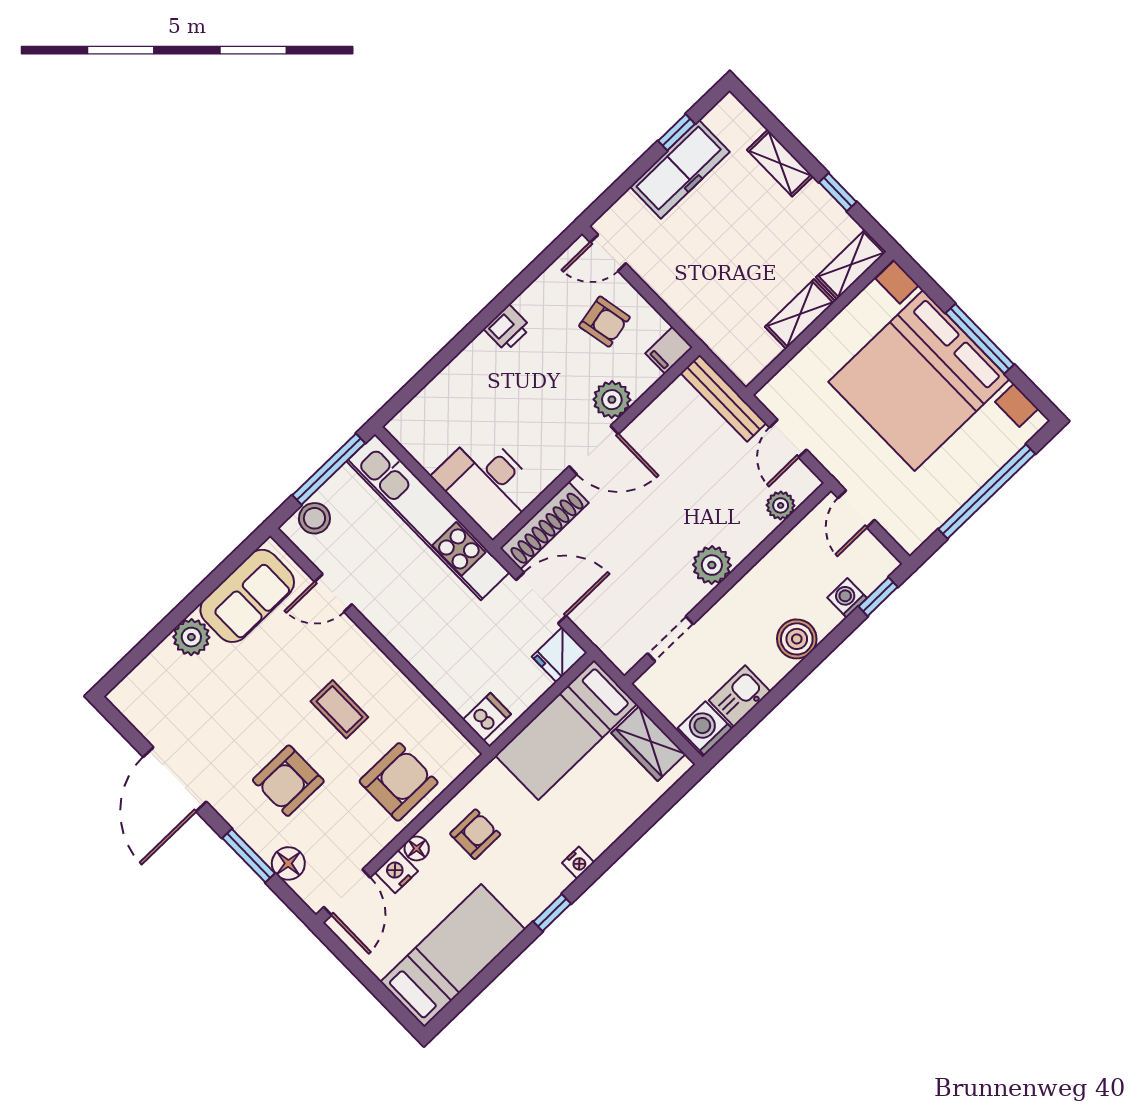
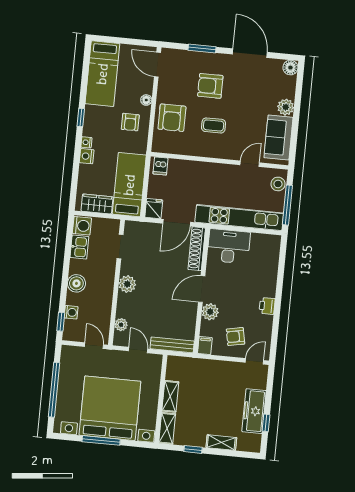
armchair: (288, 781) -> (210, 86), turned -90
floor lamp: (288, 863) -> (290, 68), moved
nightstand: (396, 872) -> (87, 156), moved, turned 180

